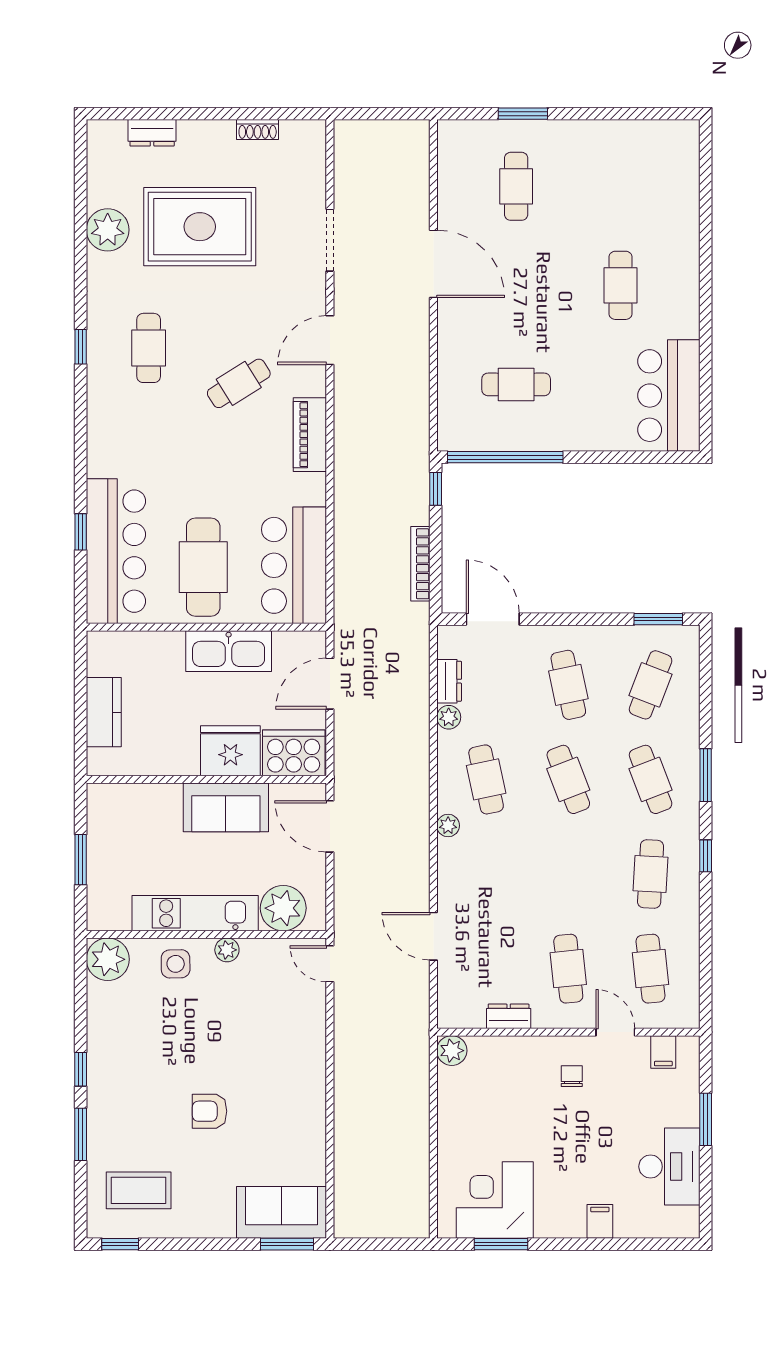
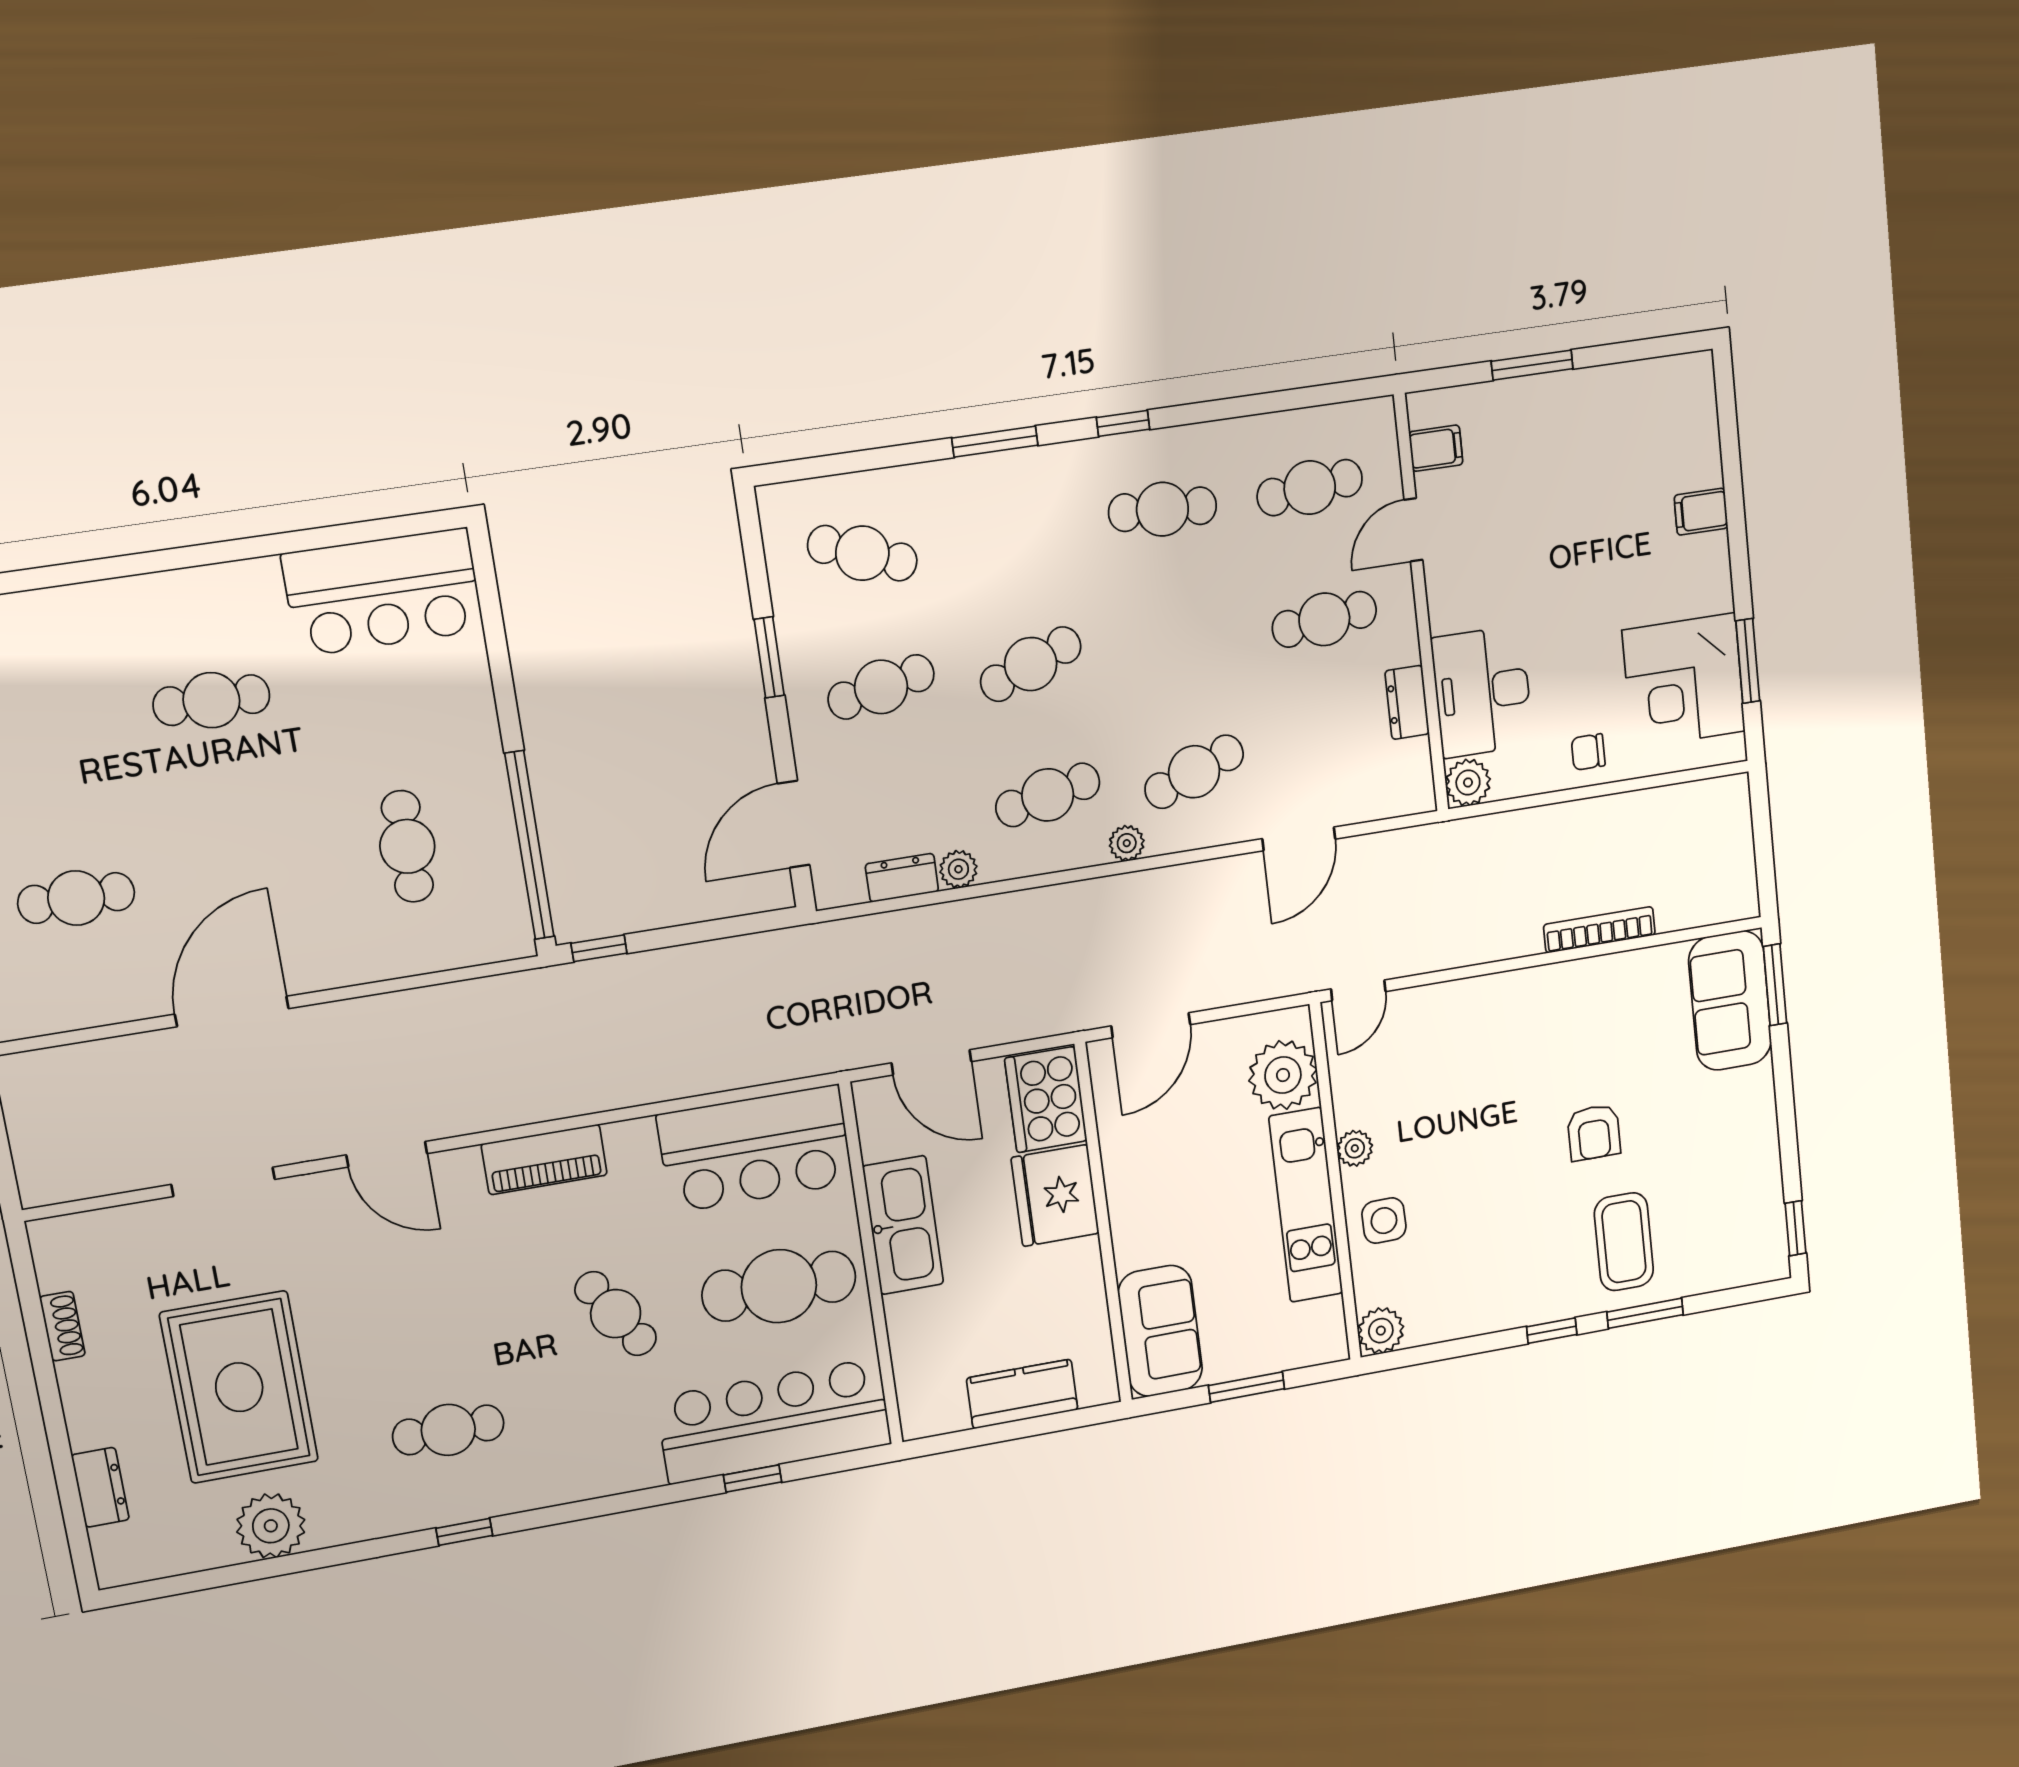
cafe table: (239, 383) -> (616, 1314), moved
bookcase: (420, 564) -> (1599, 930), moved, turned 180
window: (658, 619) -> (769, 657), moved
cafe table: (651, 779) -> (1194, 772), moved
sofa: (226, 807) -> (1160, 1331), moved
plant: (108, 959) -> (1381, 1331), width x0.73, depth x0.73
chair: (572, 1076) -> (1588, 752), moved
desk: (669, 1167) -> (1482, 692), moved, turned -90
coffee table: (139, 1190) -> (1624, 1242), moved

